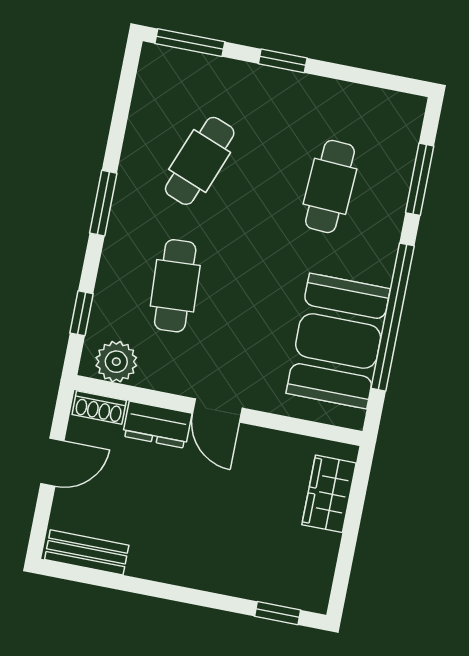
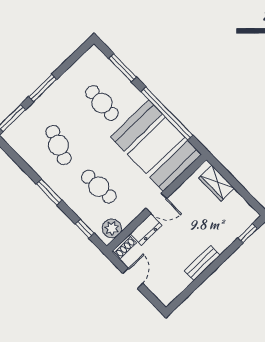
window: (283, 61) -> (43, 88), width x1.50
booth: (338, 341) -> (156, 146), width x1.36, depth x1.42
bench: (87, 552) -> (202, 263), moved

